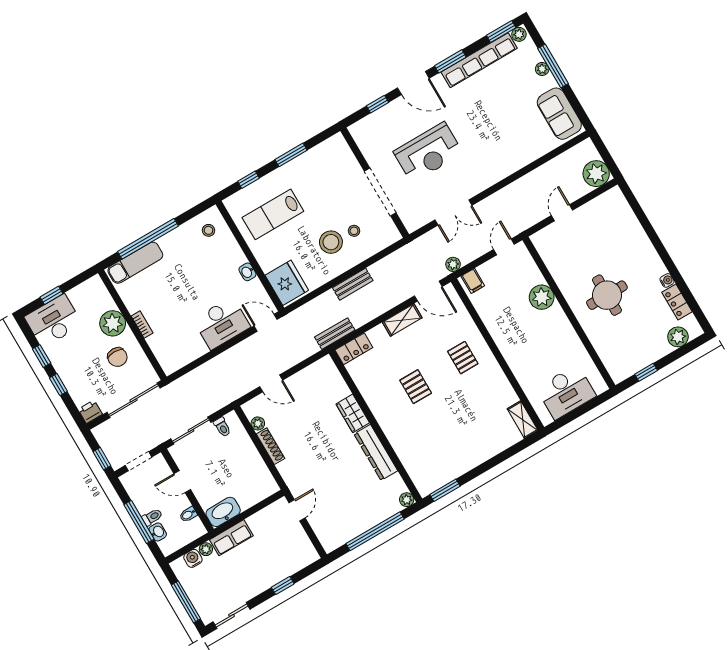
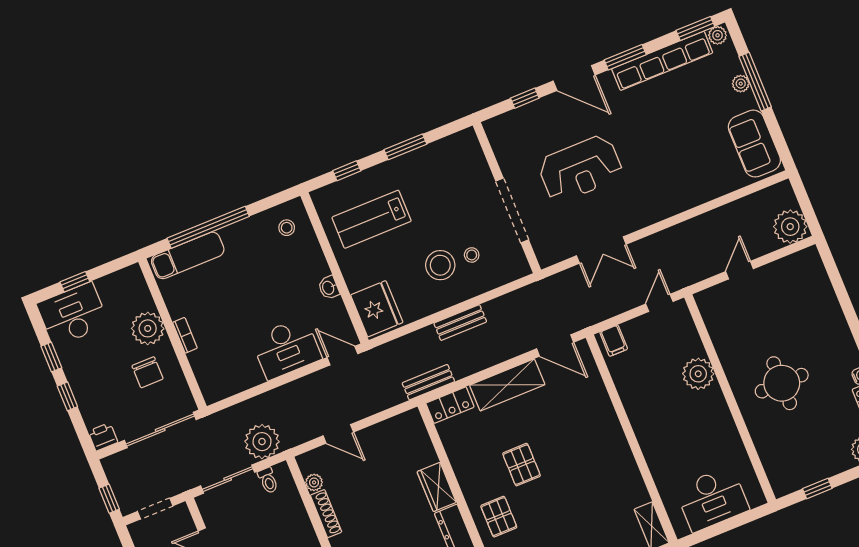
plant: (453, 264) -> (262, 442), moved, width x1.88, depth x1.88
shelving: (402, 320) -> (507, 385), width x1.50, depth x1.33
pallet: (463, 358) -> (499, 517), moved

